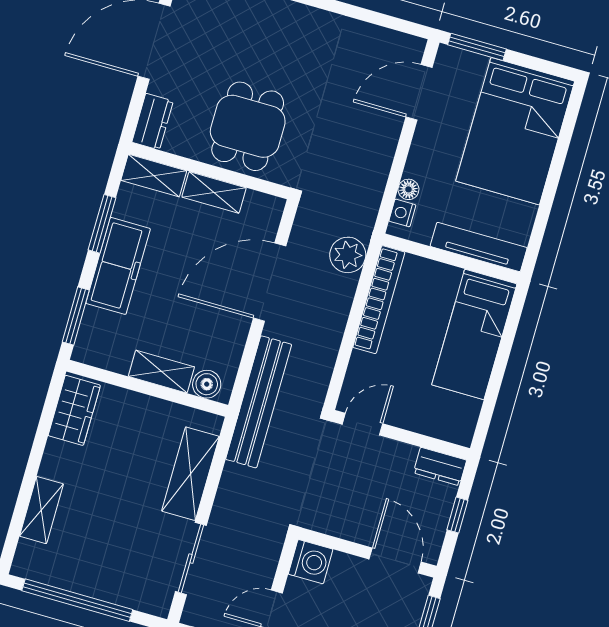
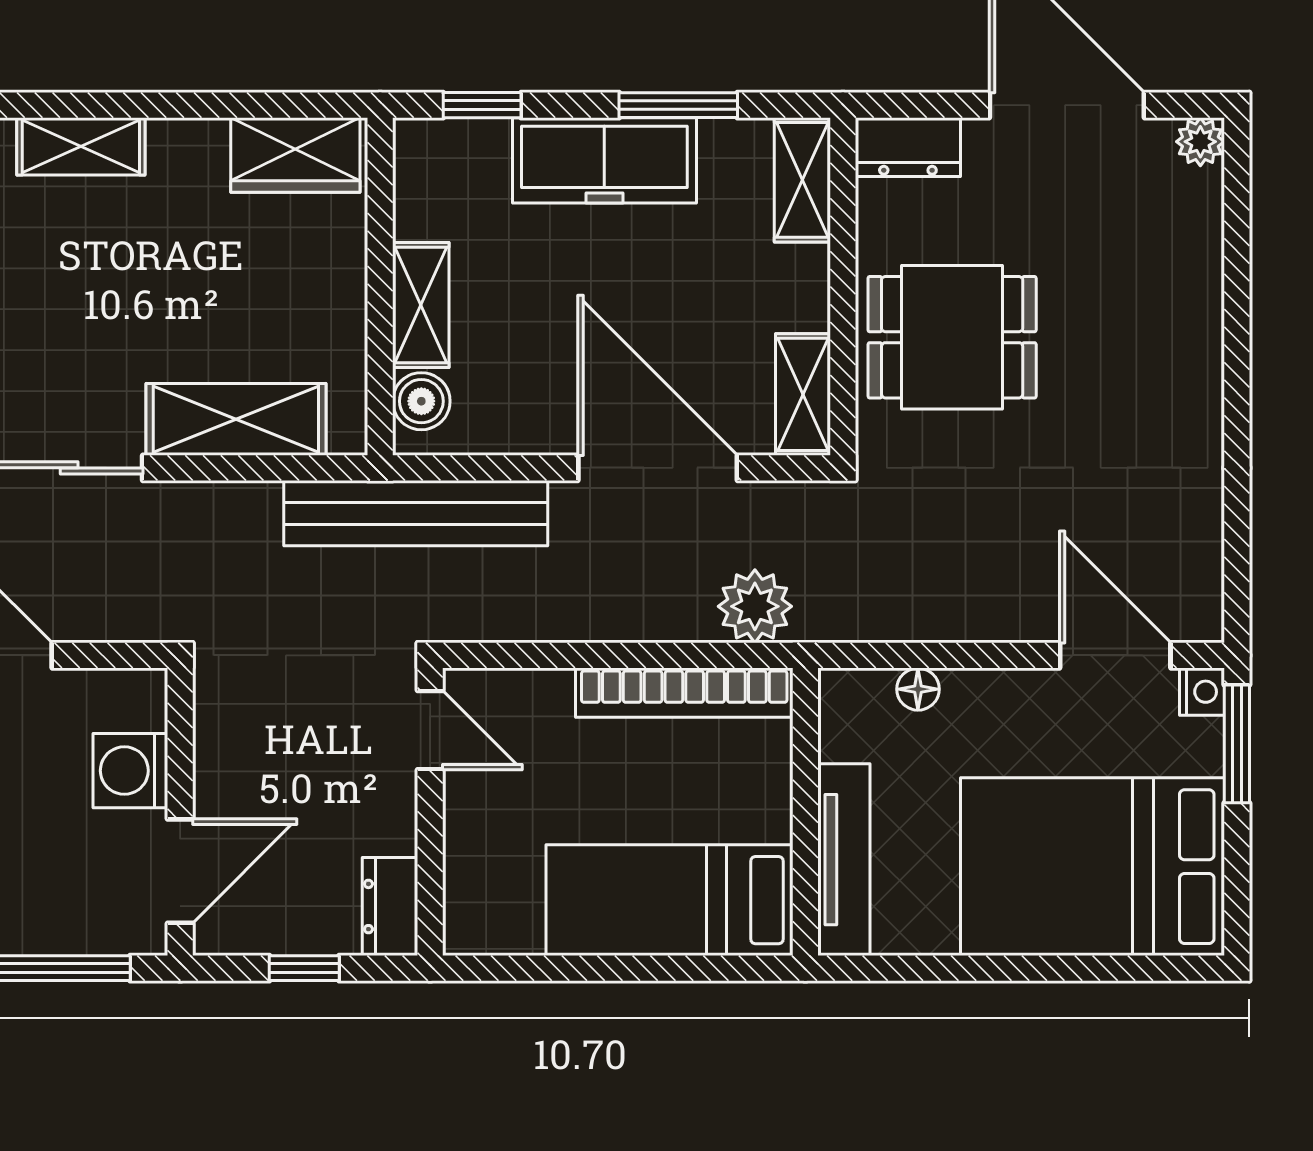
shelving: (214, 192) -> (803, 394), moved
nightstand: (402, 213) -> (1202, 692), moved, turned 90
window: (76, 316) -> (482, 105), width x0.67
washing machine: (311, 562) -> (130, 771), moved, turned 90

